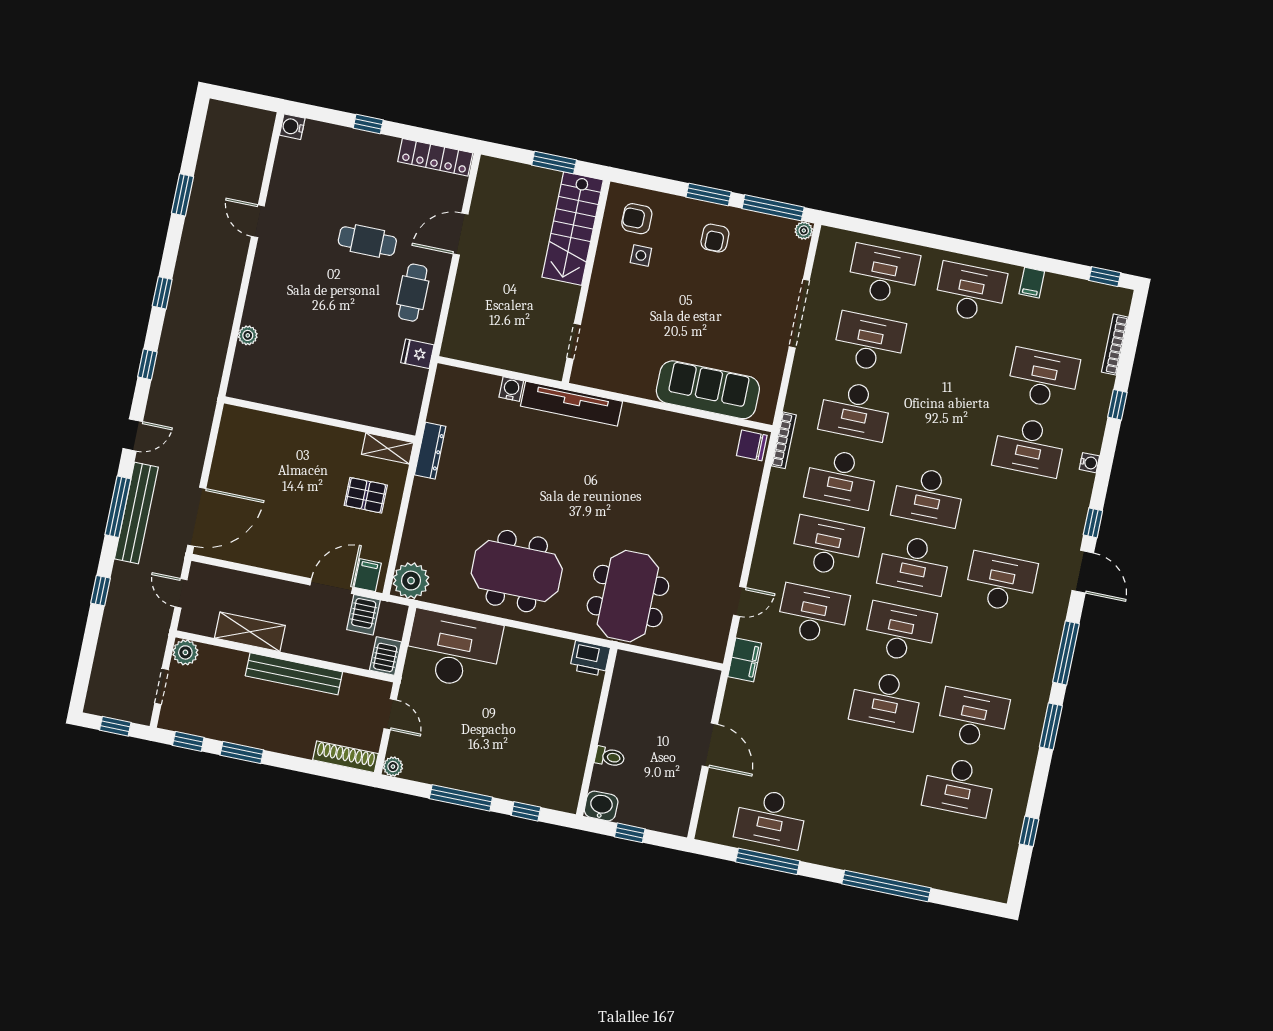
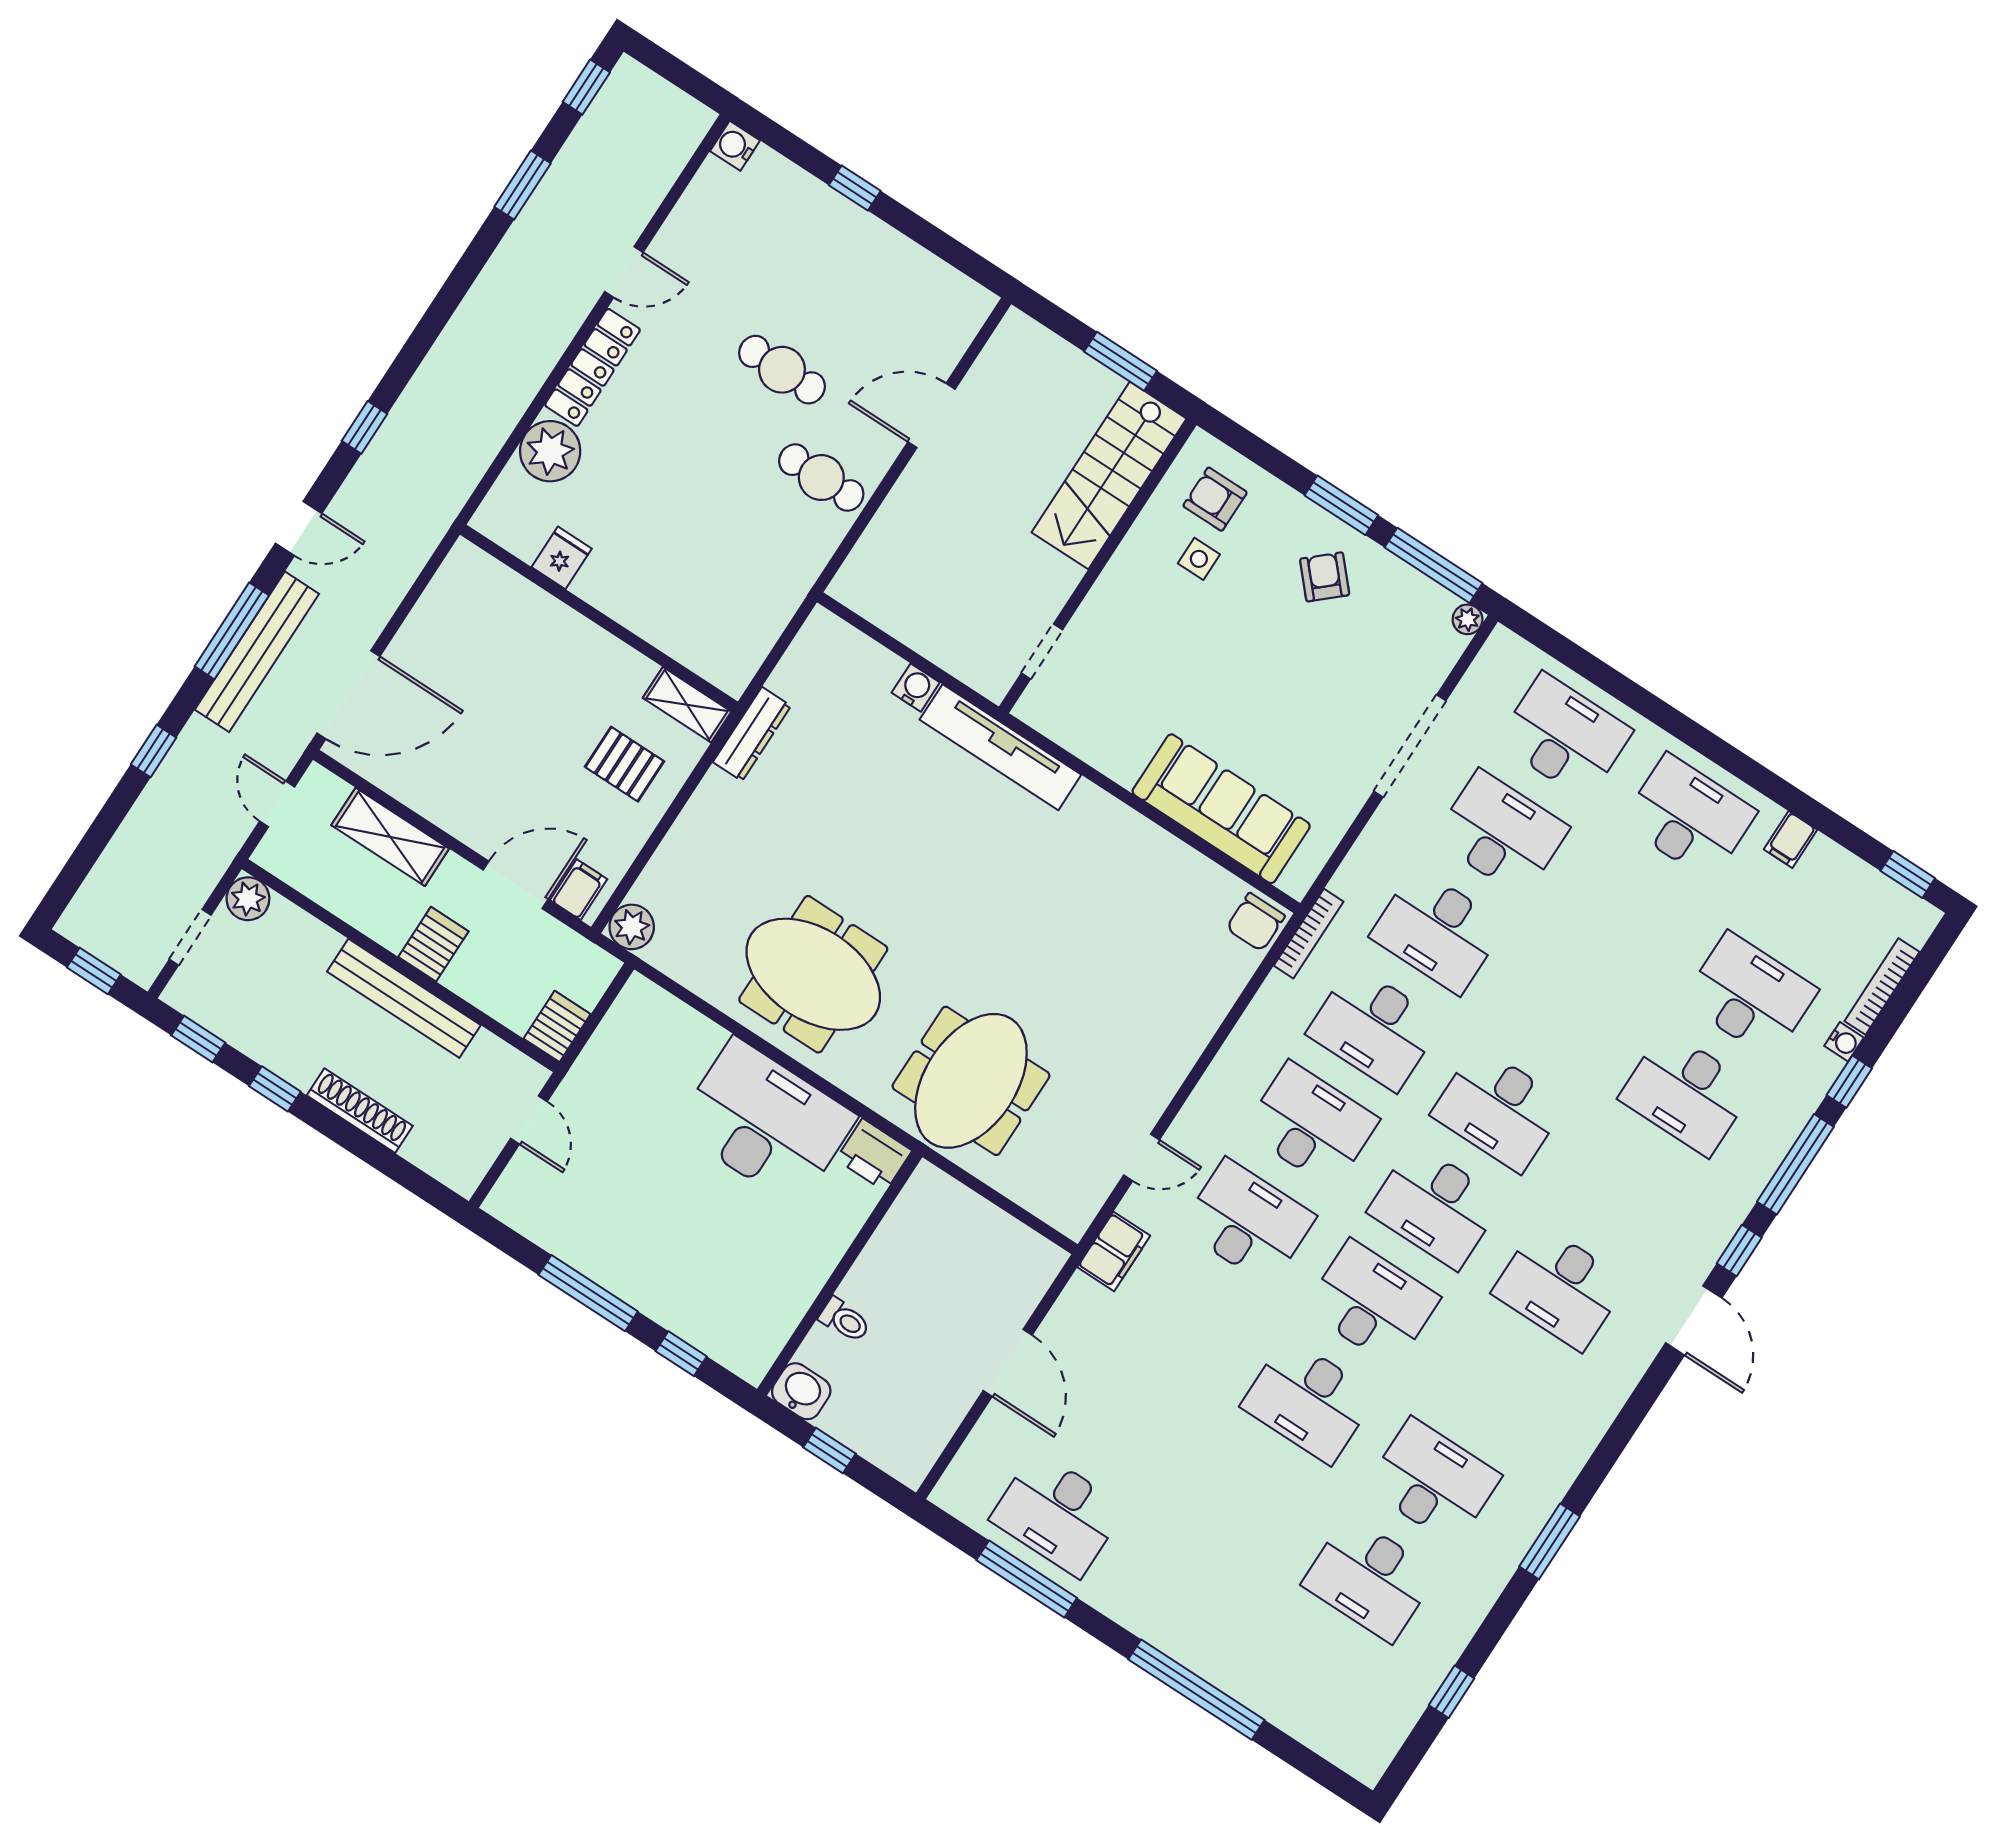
locker: (435, 157) -> (592, 367), moved, turned -90
door: (258, 221) -> (624, 272), swing flipped
armchair: (715, 238) -> (1325, 577), turned 138
window: (162, 293) -> (586, 87), moved
cafe table: (413, 293) -> (821, 478), turned 90
plant: (248, 335) -> (550, 451), width x1.88, depth x1.88
fridge: (417, 354) -> (562, 558), moved, turned 90
chair: (752, 445) -> (1256, 922), turned -90
water cooler: (1089, 463) -> (1844, 1042), moved
plant: (411, 581) -> (632, 927), width x0.73, depth x0.73
desk: (1001, 582) -> (1560, 1287), turned 180
server rack: (363, 615) -> (433, 944), moved, turned 180
shelving: (250, 632) -> (390, 837), moved
desk: (453, 650) -> (766, 1122), moved
window: (1066, 653) -> (1795, 1164), moved
window: (242, 752) -> (275, 1089), width x0.67
shoe rack: (345, 757) -> (360, 1111), moved
plant: (393, 767) -> (501, 1203), removed

